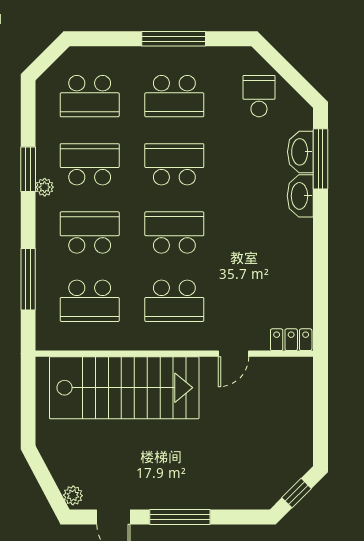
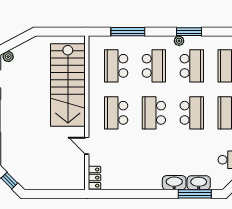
school desk: (174, 233) -> (154, 113), turned 180

